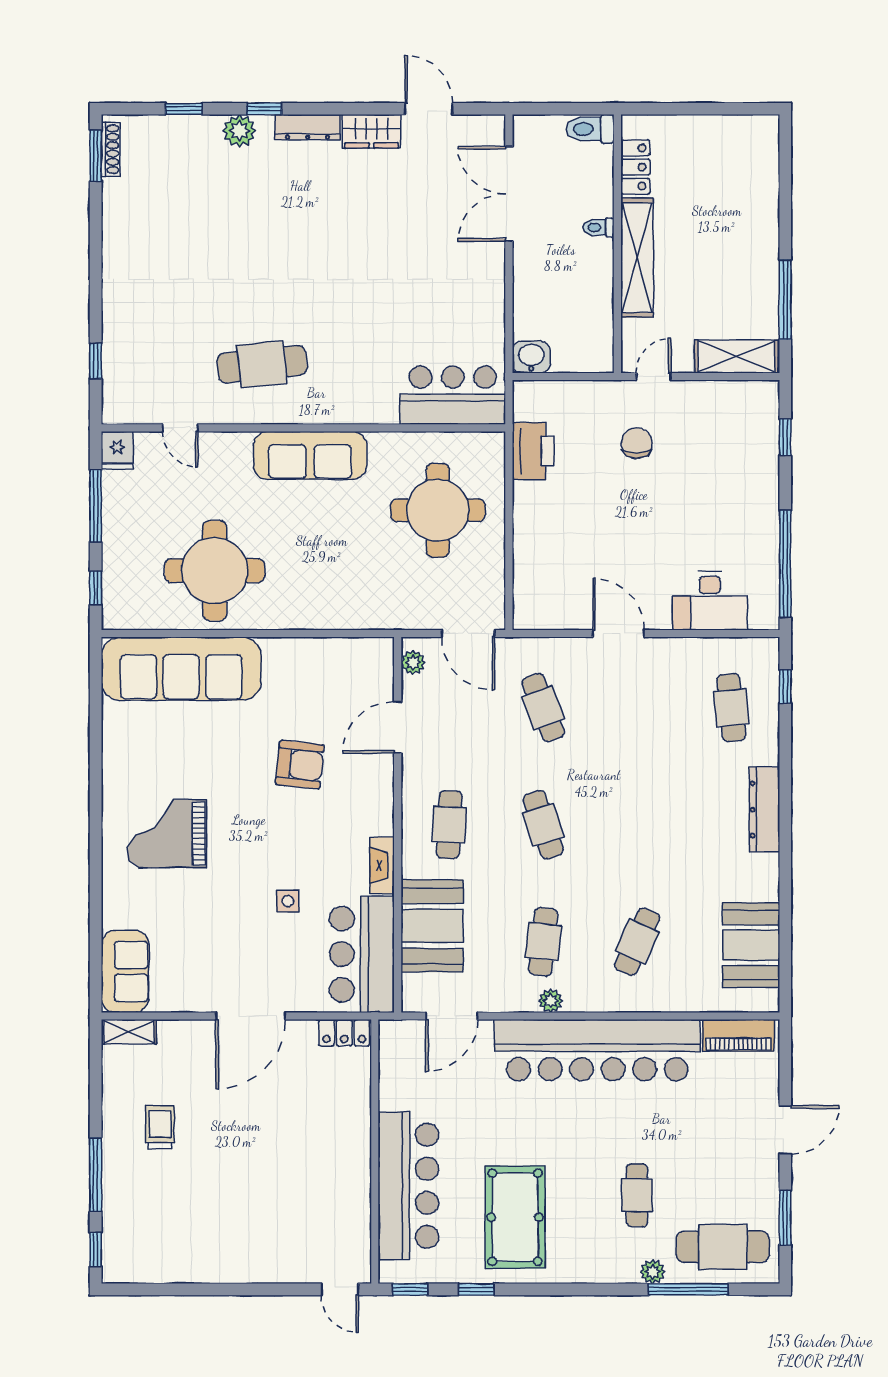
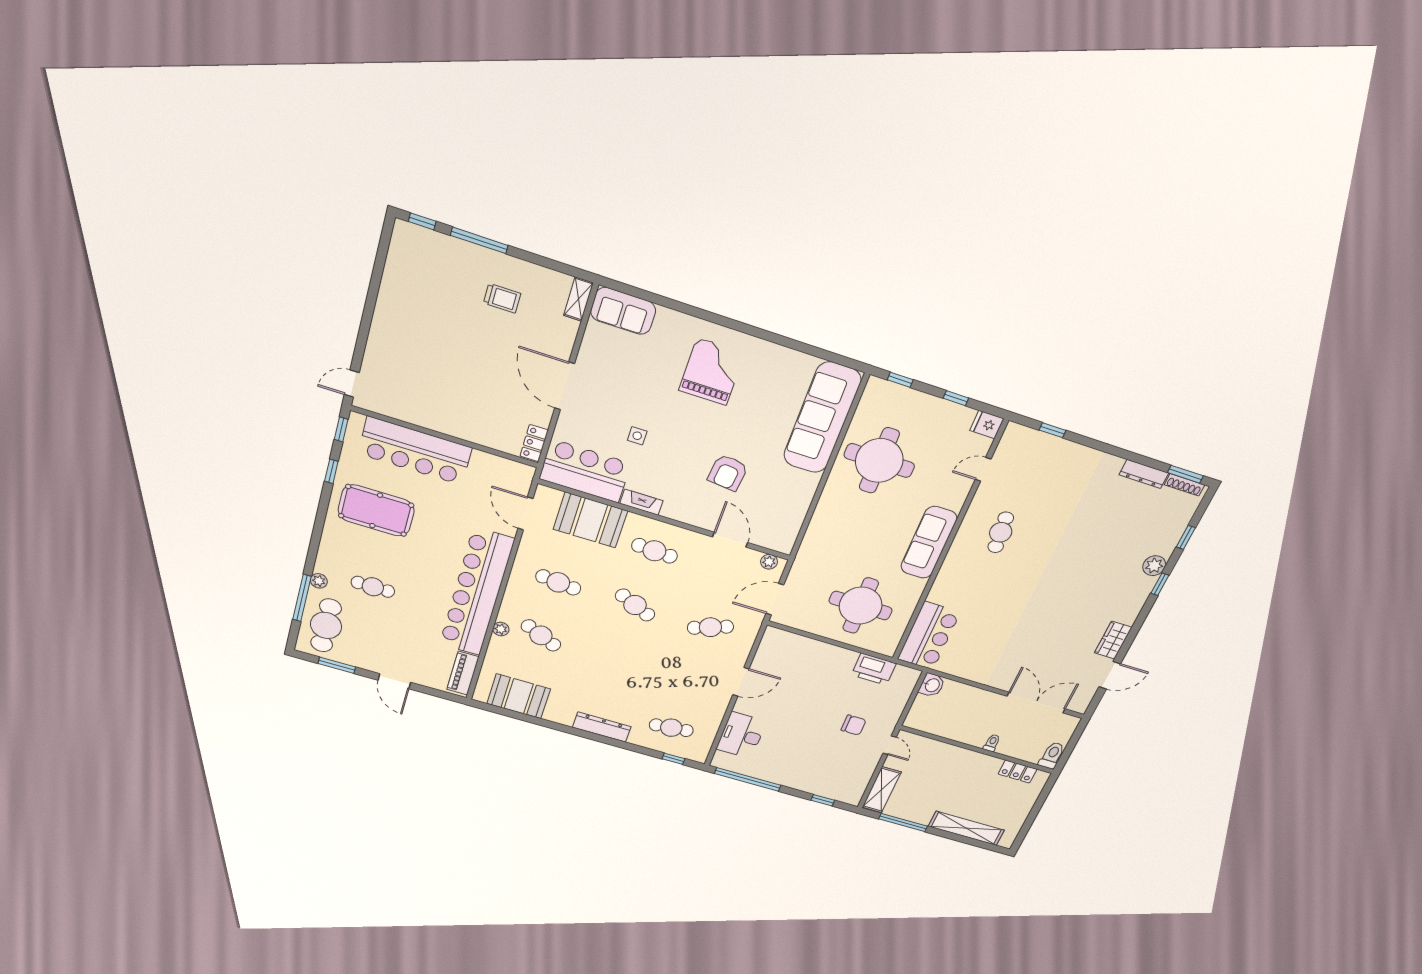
dresser: (308, 127) -> (1144, 474), moved, turned -90
shelving: (637, 258) -> (966, 828), moved
cafe table: (262, 364) -> (1001, 532), width x0.73, depth x0.74
window: (96, 506) -> (956, 398), width x0.46
cafe table: (543, 825) -> (635, 605), turned 42
plant: (551, 1001) -> (501, 629), moved

